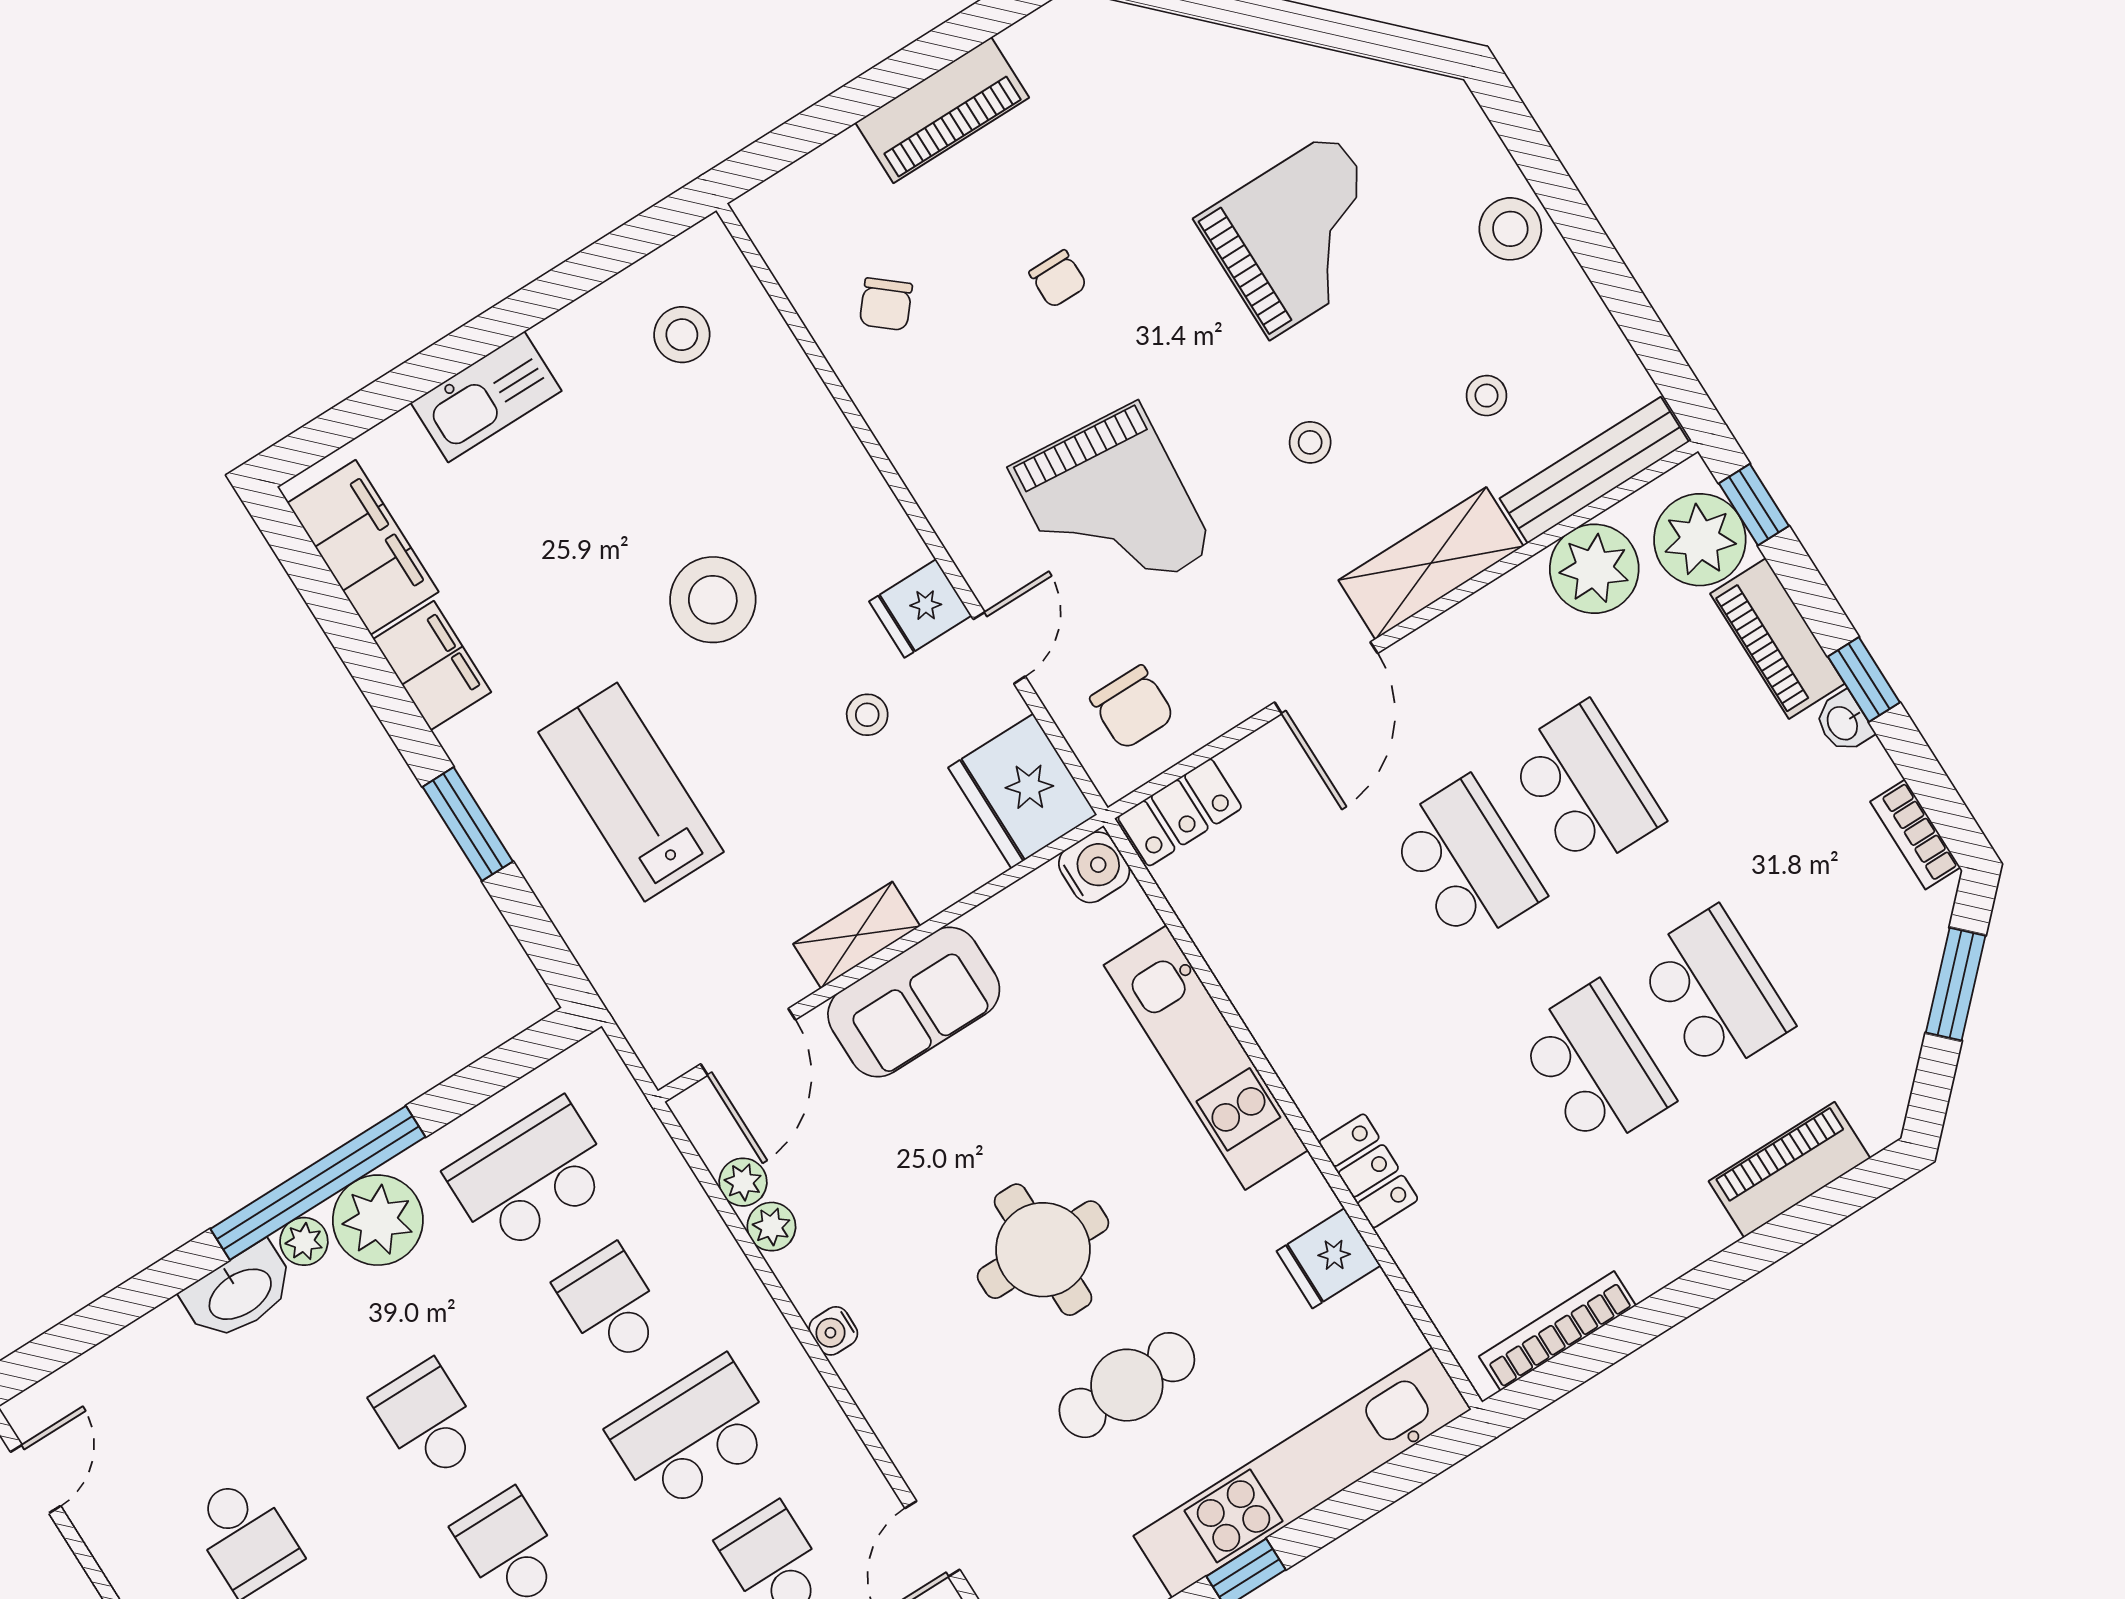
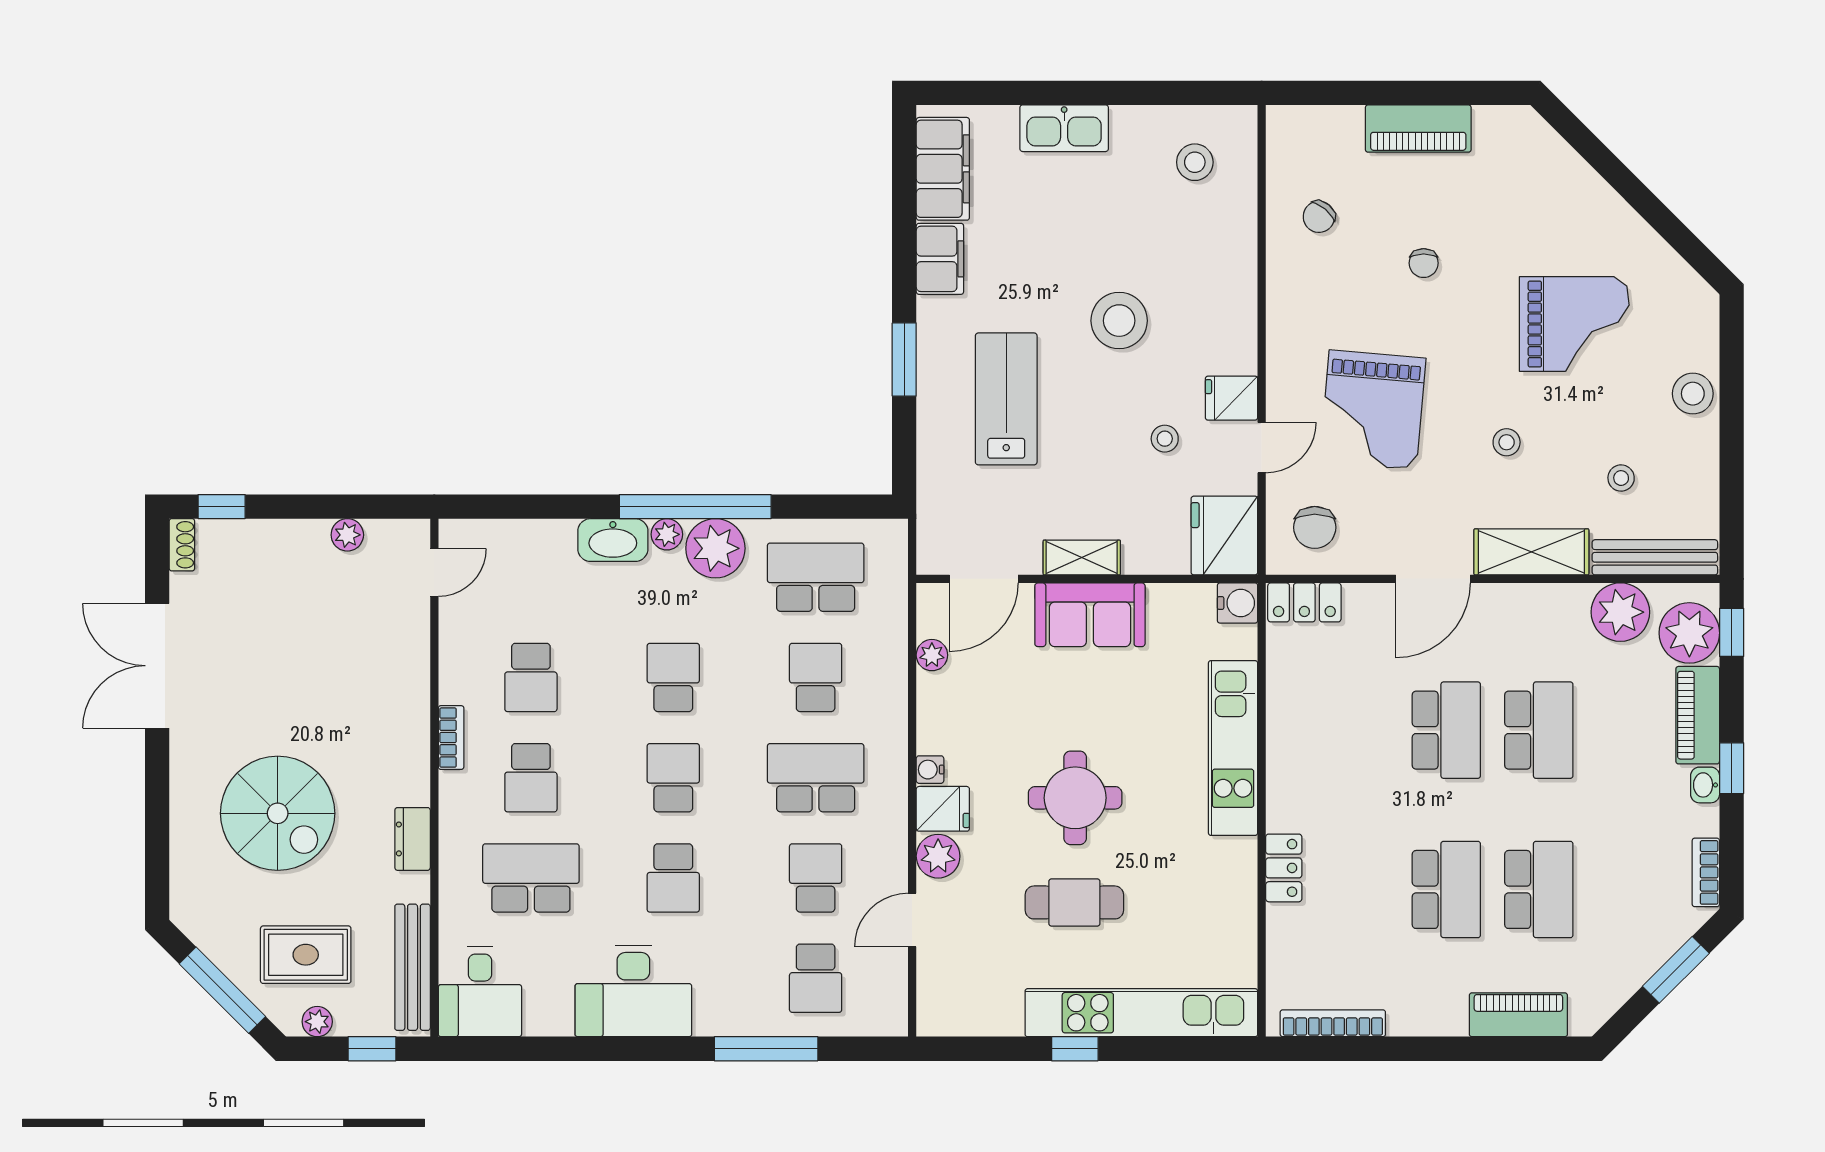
plant: (771, 1227) -> (938, 856), moved, width x1.38, depth x1.38
fridge: (1329, 1258) -> (943, 809), moved, turned 180

